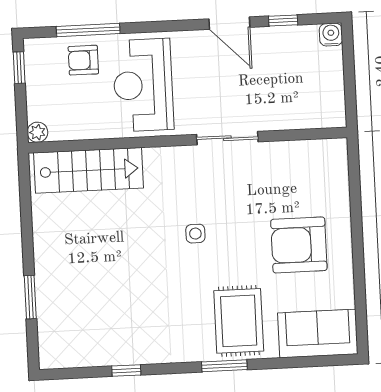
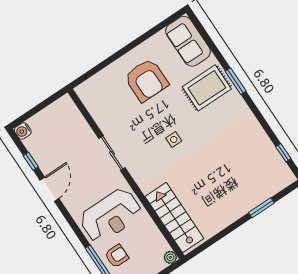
armchair: (83, 60) -> (117, 256), turned -90
window: (126, 371) -> (283, 153), moved

